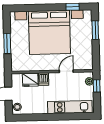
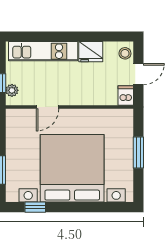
dishwasher: (44, 79) -> (126, 96), moved
fridge: (30, 80) -> (91, 52), moved, turned 180

